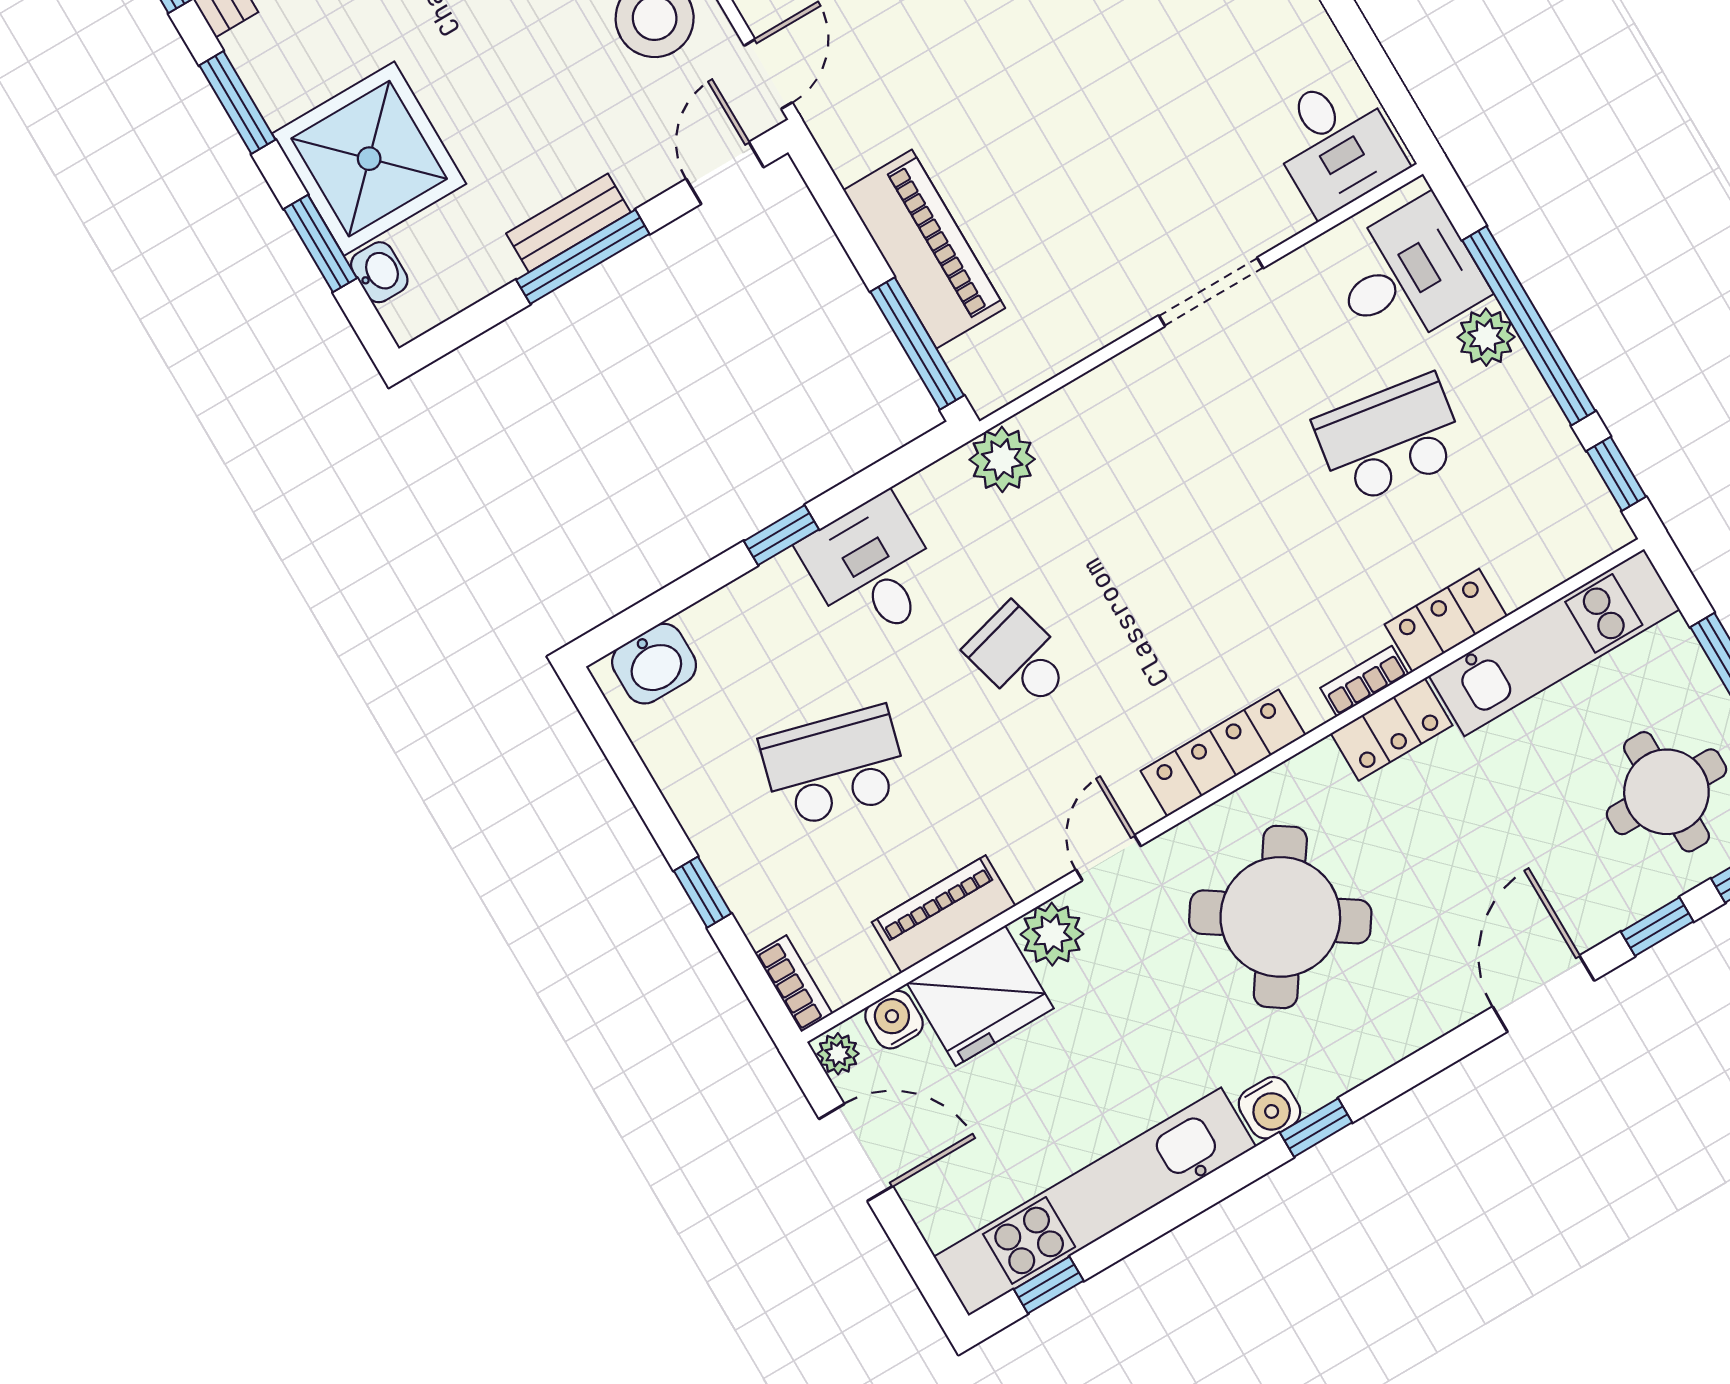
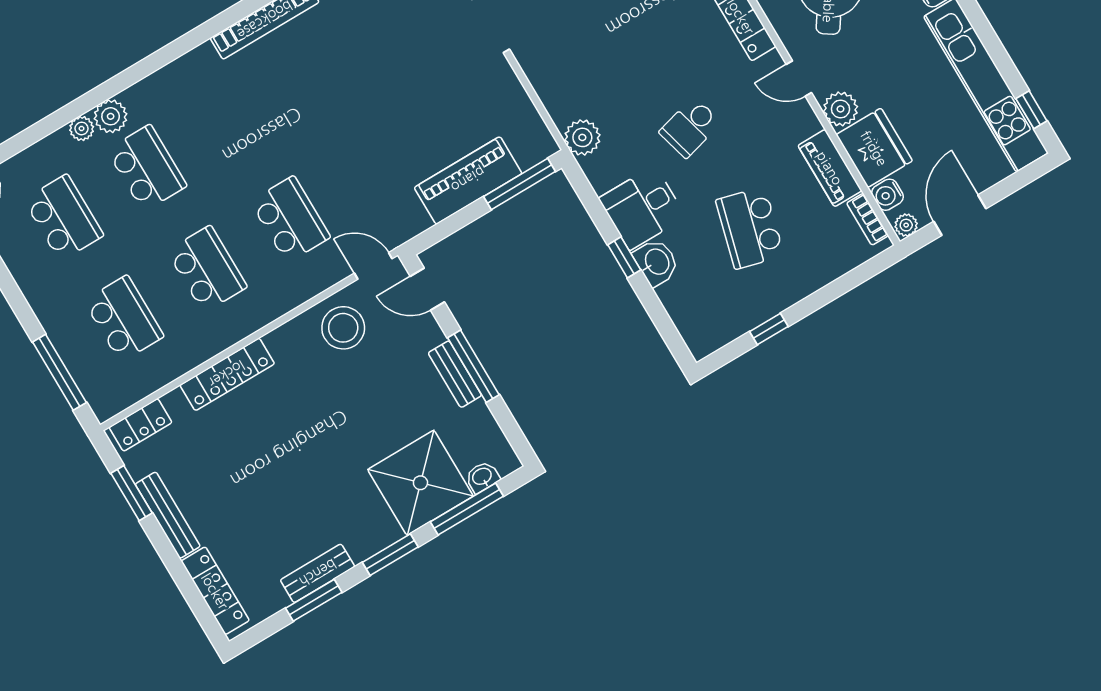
window: (320, 243) -> (467, 509), width x1.44
washbasin: (654, 664) -> (656, 262), moved
window: (702, 892) -> (769, 329), moved
bookcase: (794, 984) -> (868, 219), moved, turned -90

